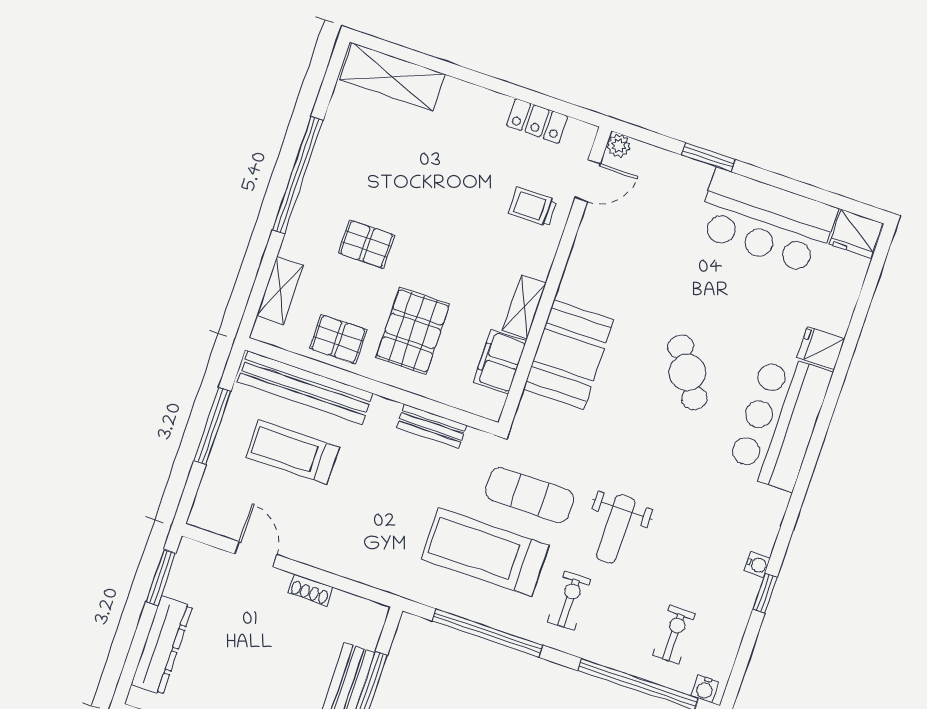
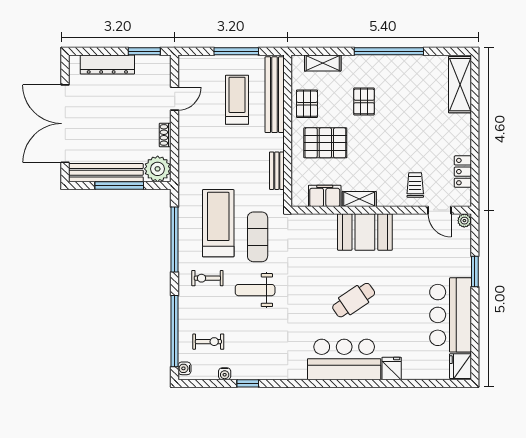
booth: (568, 355) -> (365, 232), moved
water cooler: (757, 564) -> (225, 374), moved
exercise bike: (569, 601) -> (207, 278), turned 180
plant: (362, 621) -> (158, 169), added

